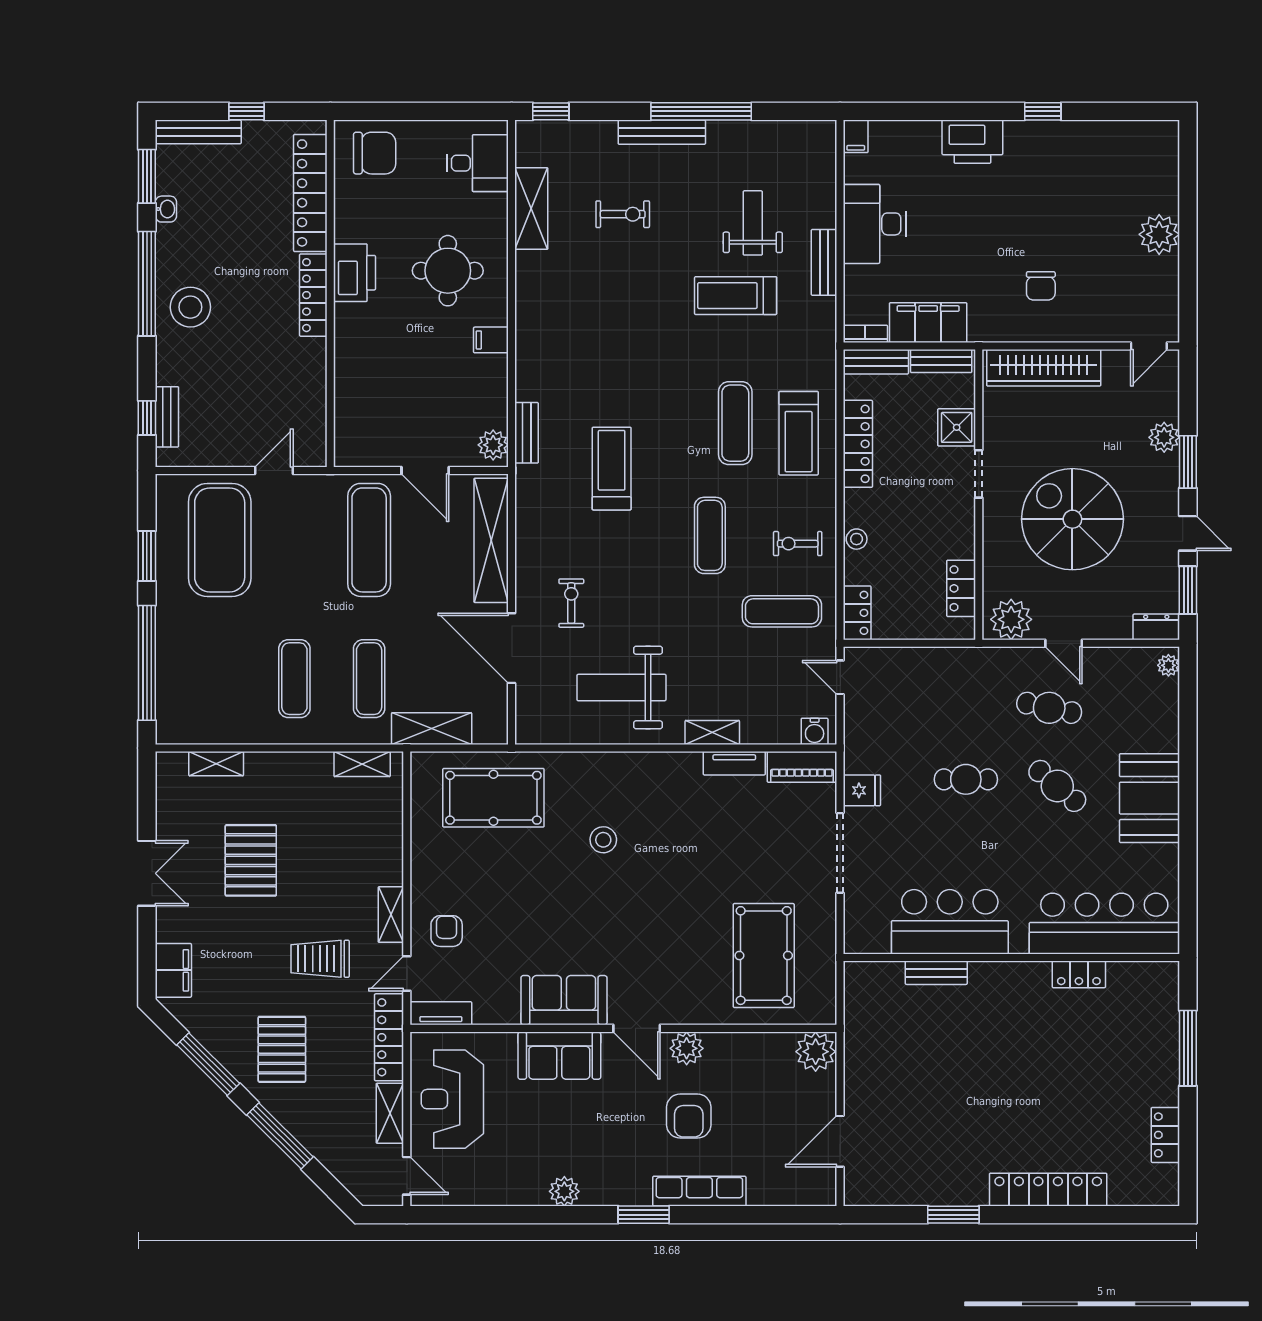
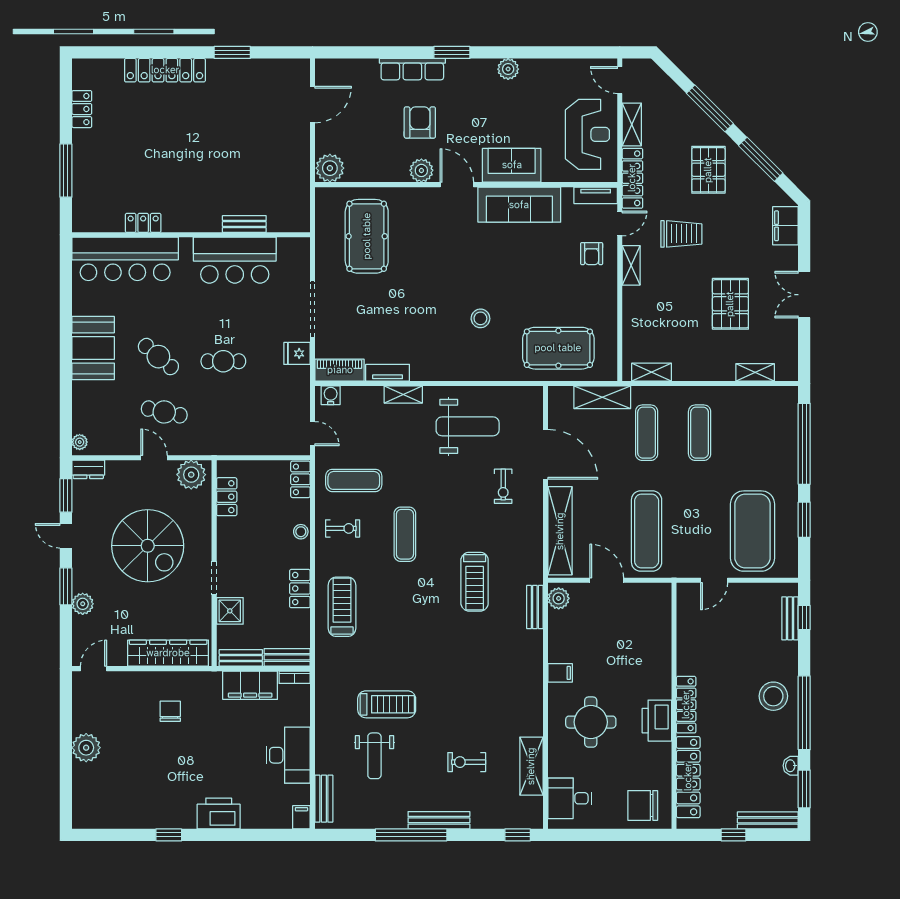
bench: (824, 262) -> (324, 799), moved
exercise mat: (735, 423) -> (387, 614), removed
locker: (858, 444) -> (300, 589), width x0.66
sofa: (564, 1000) -> (519, 205), width x1.36

